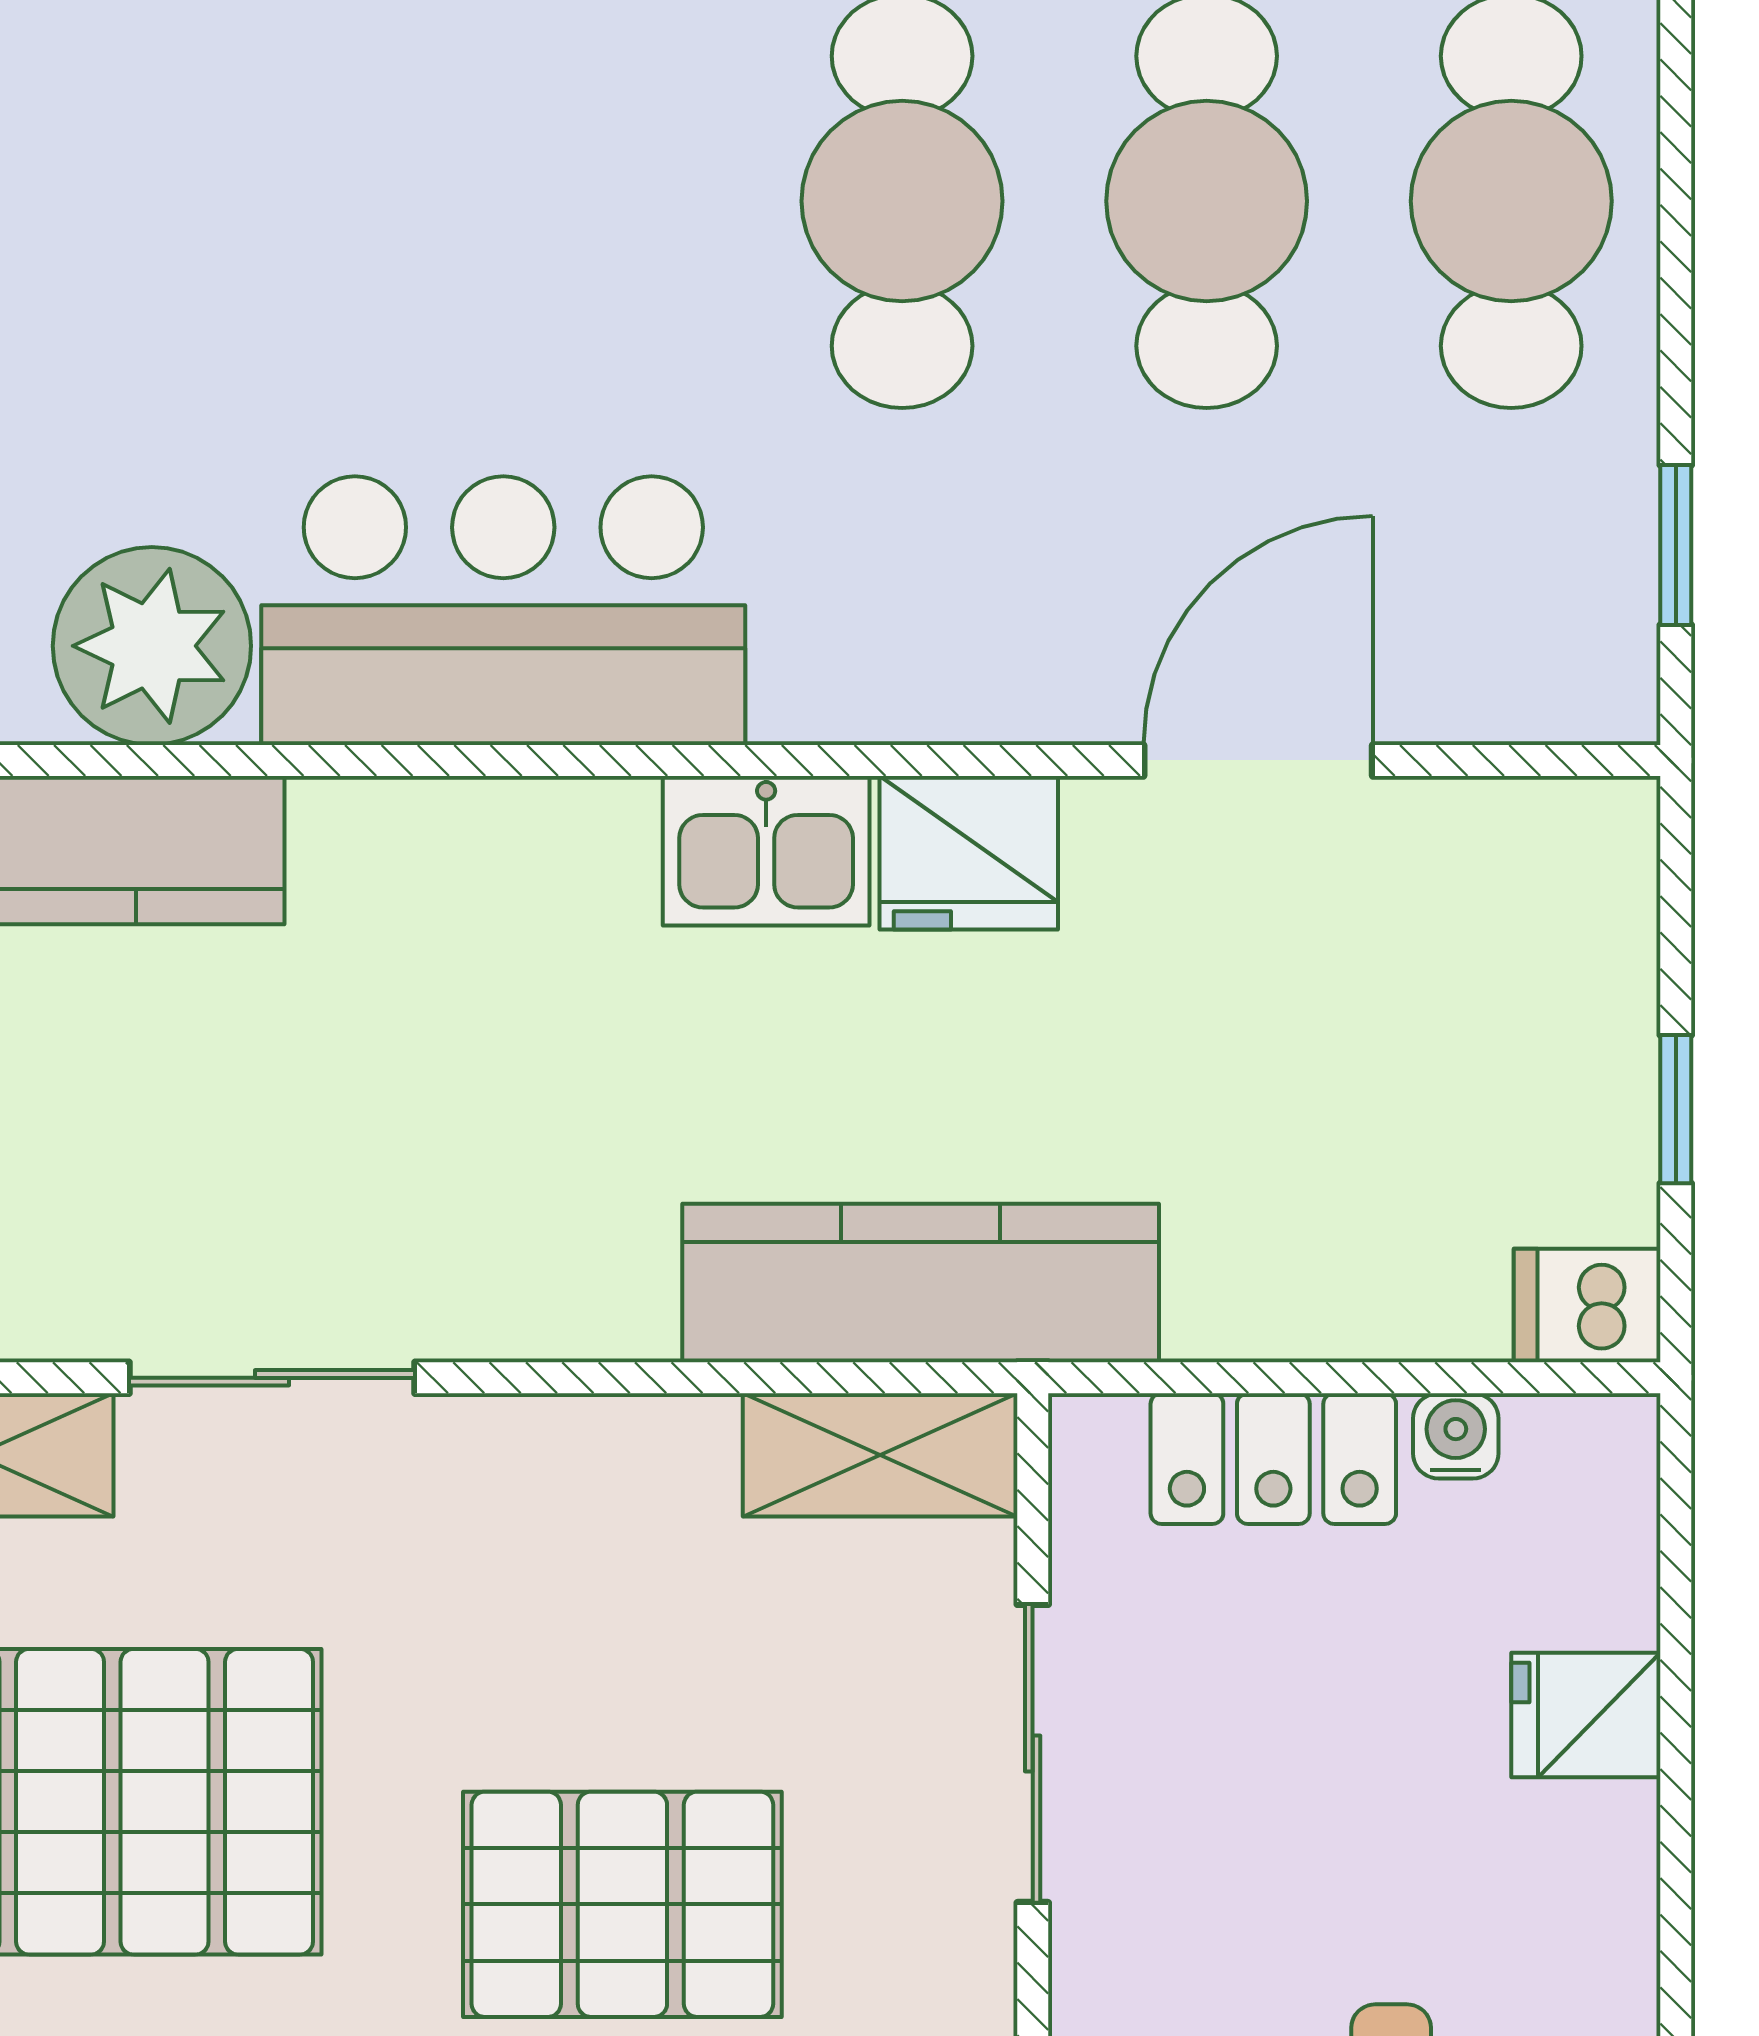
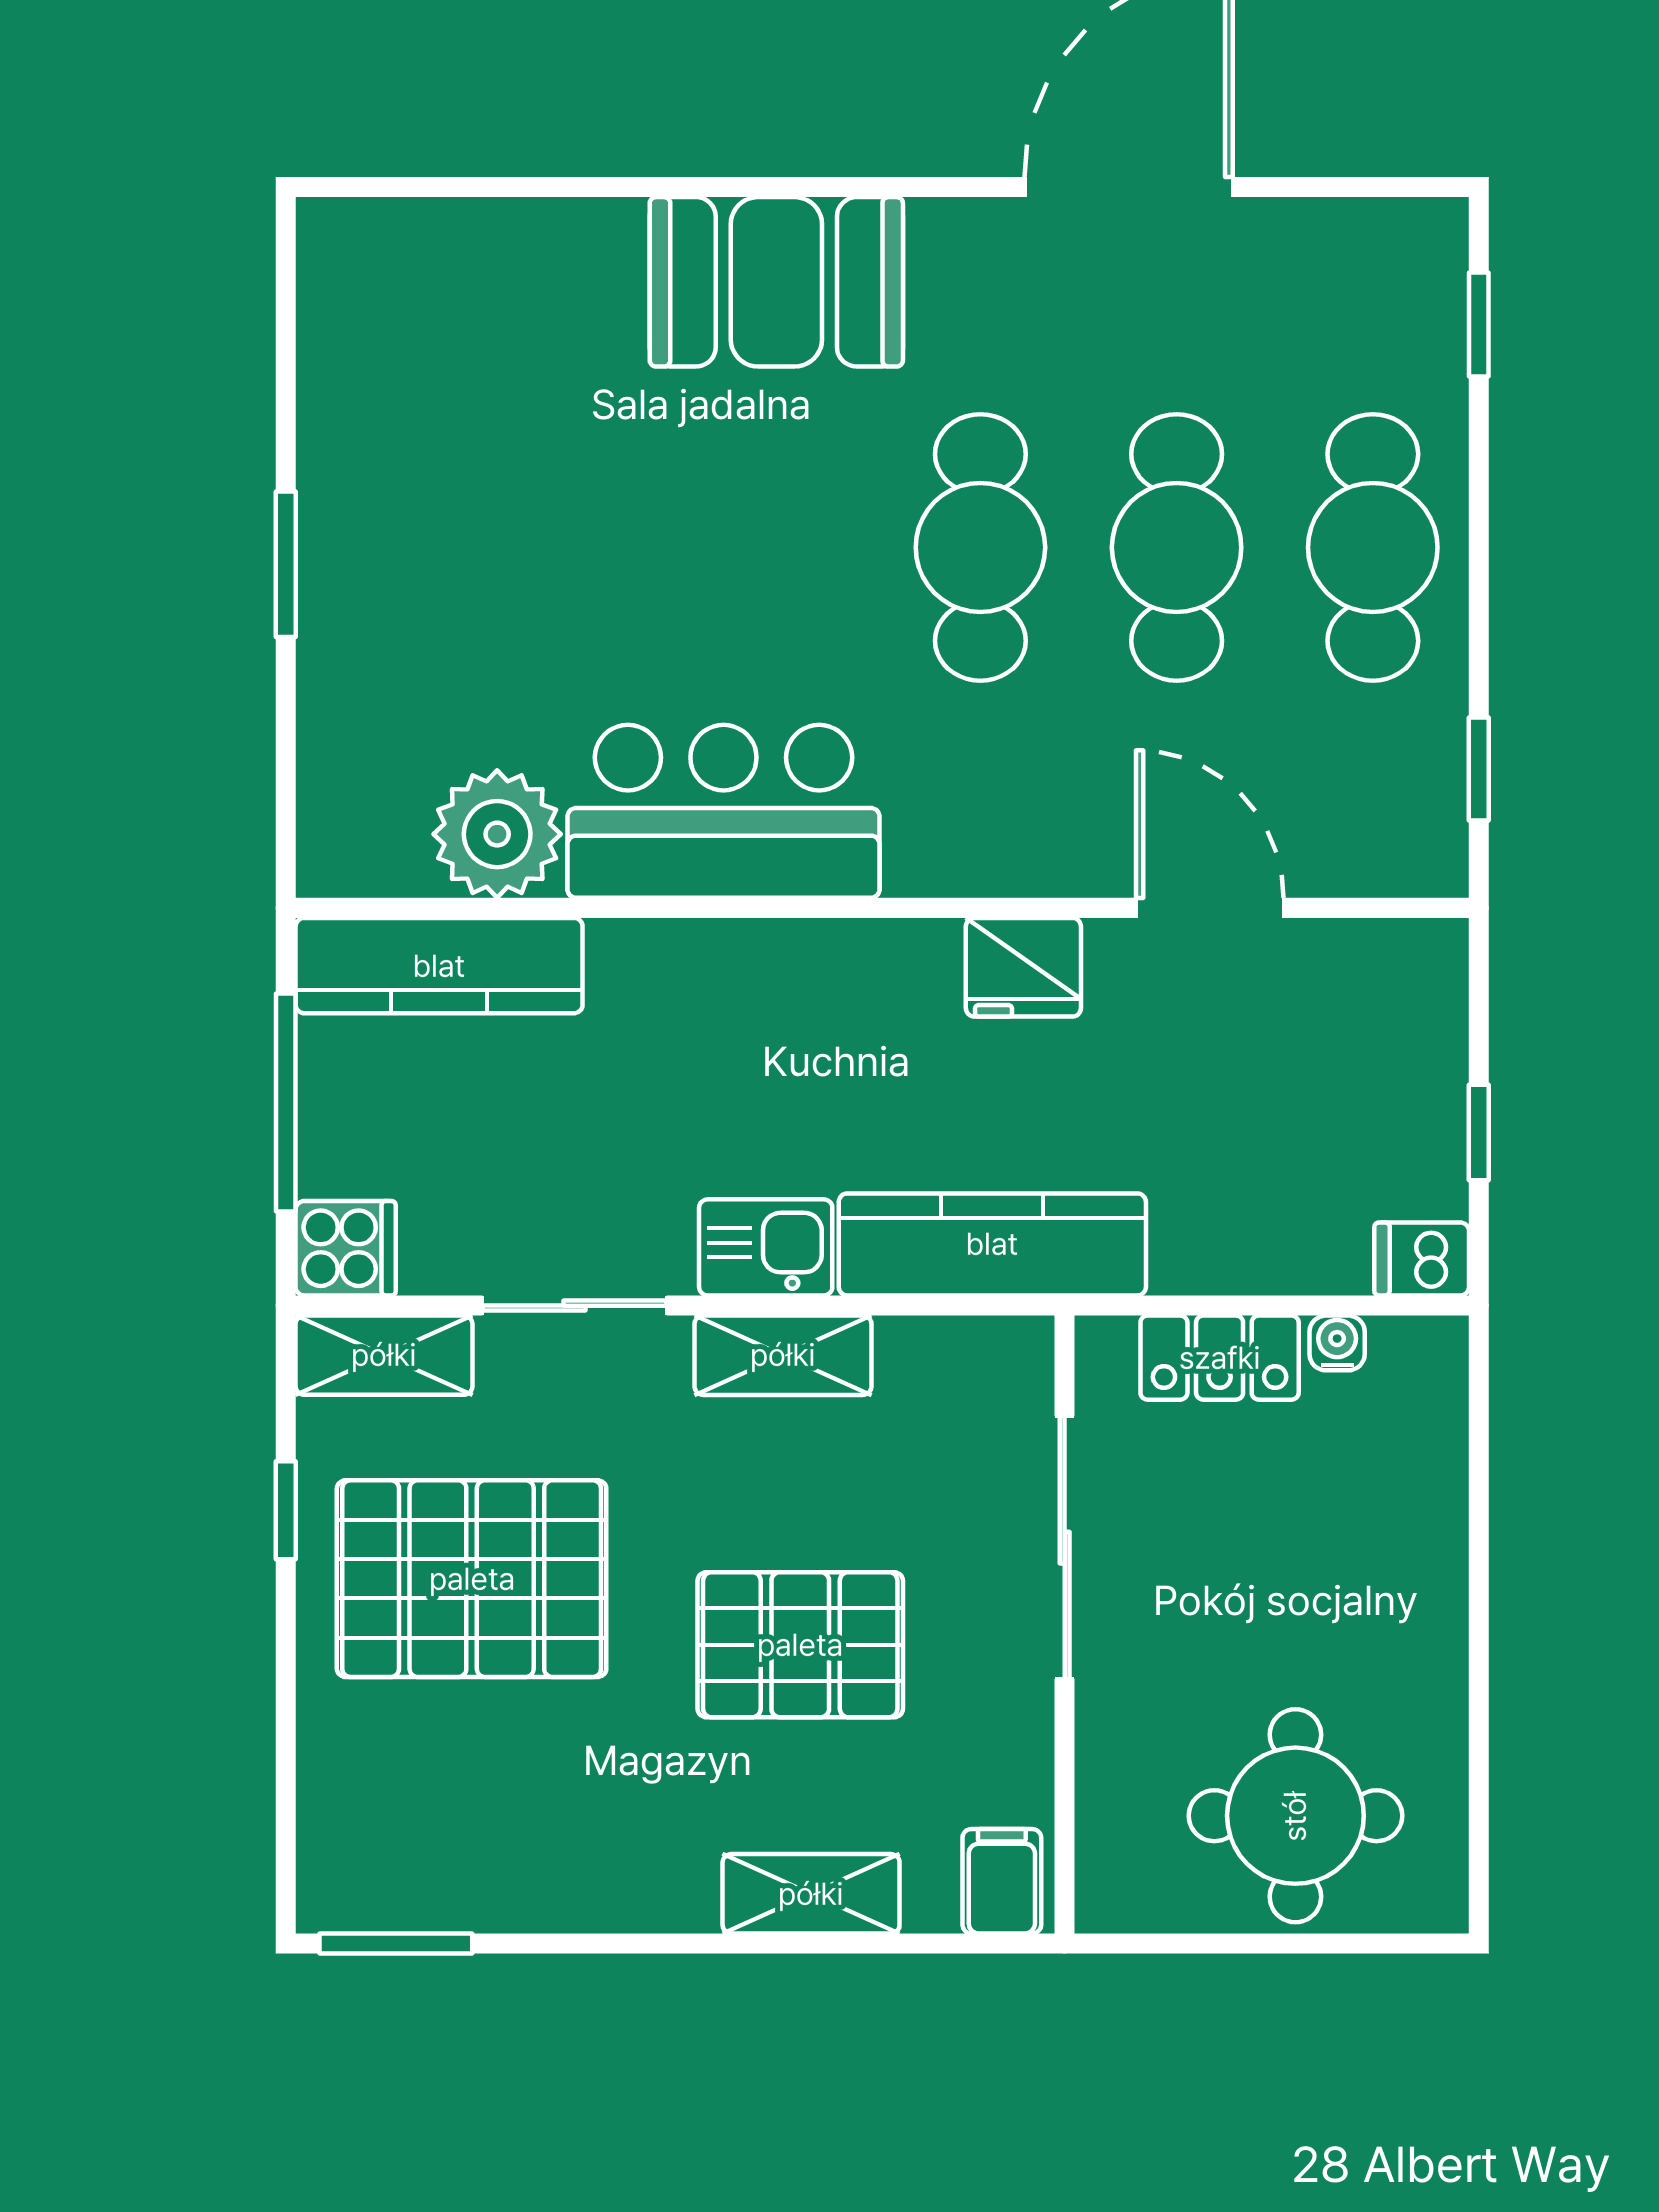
door: (1258, 760) -> (1210, 908), hinge flipped
kitchen sink: (766, 851) -> (766, 1247), moved, turned 180
shelving: (880, 1455) -> (783, 1355), moved
fridge: (1586, 1715) -> (1421, 1523), removed
sliding door: (1033, 1753) -> (1065, 1548), width x1.37

